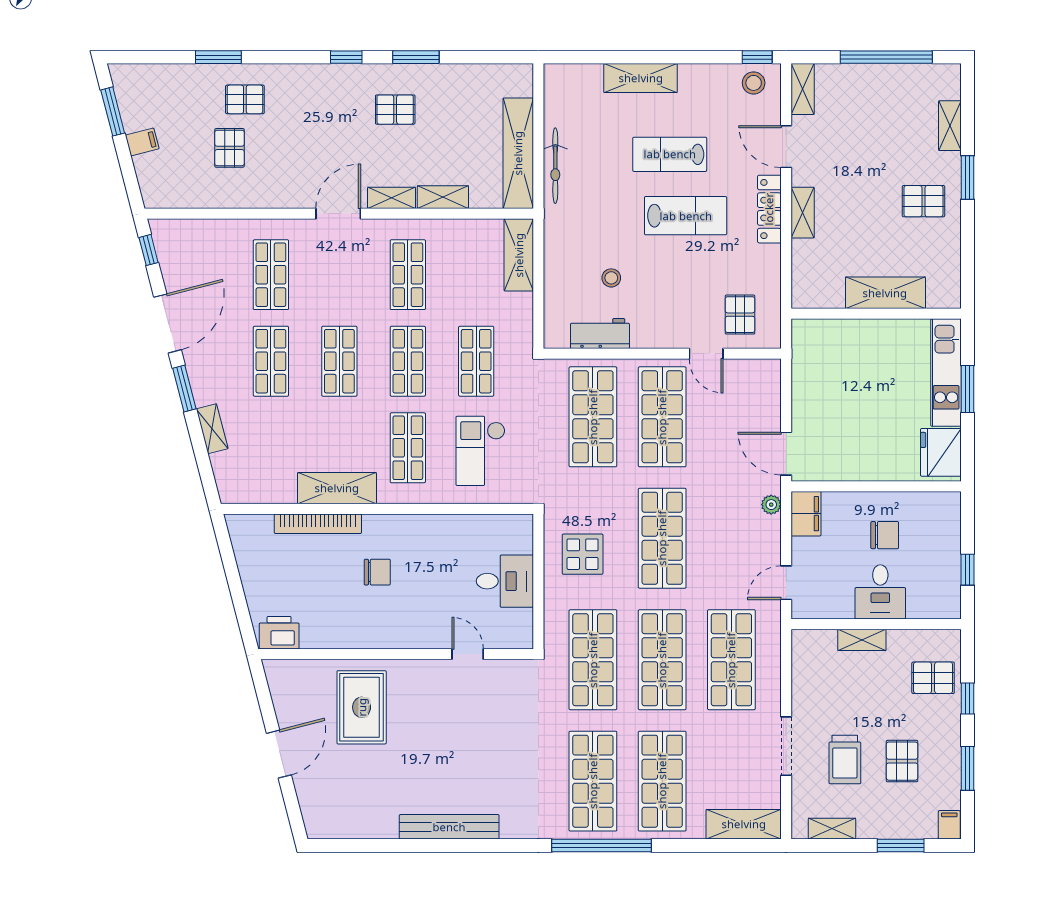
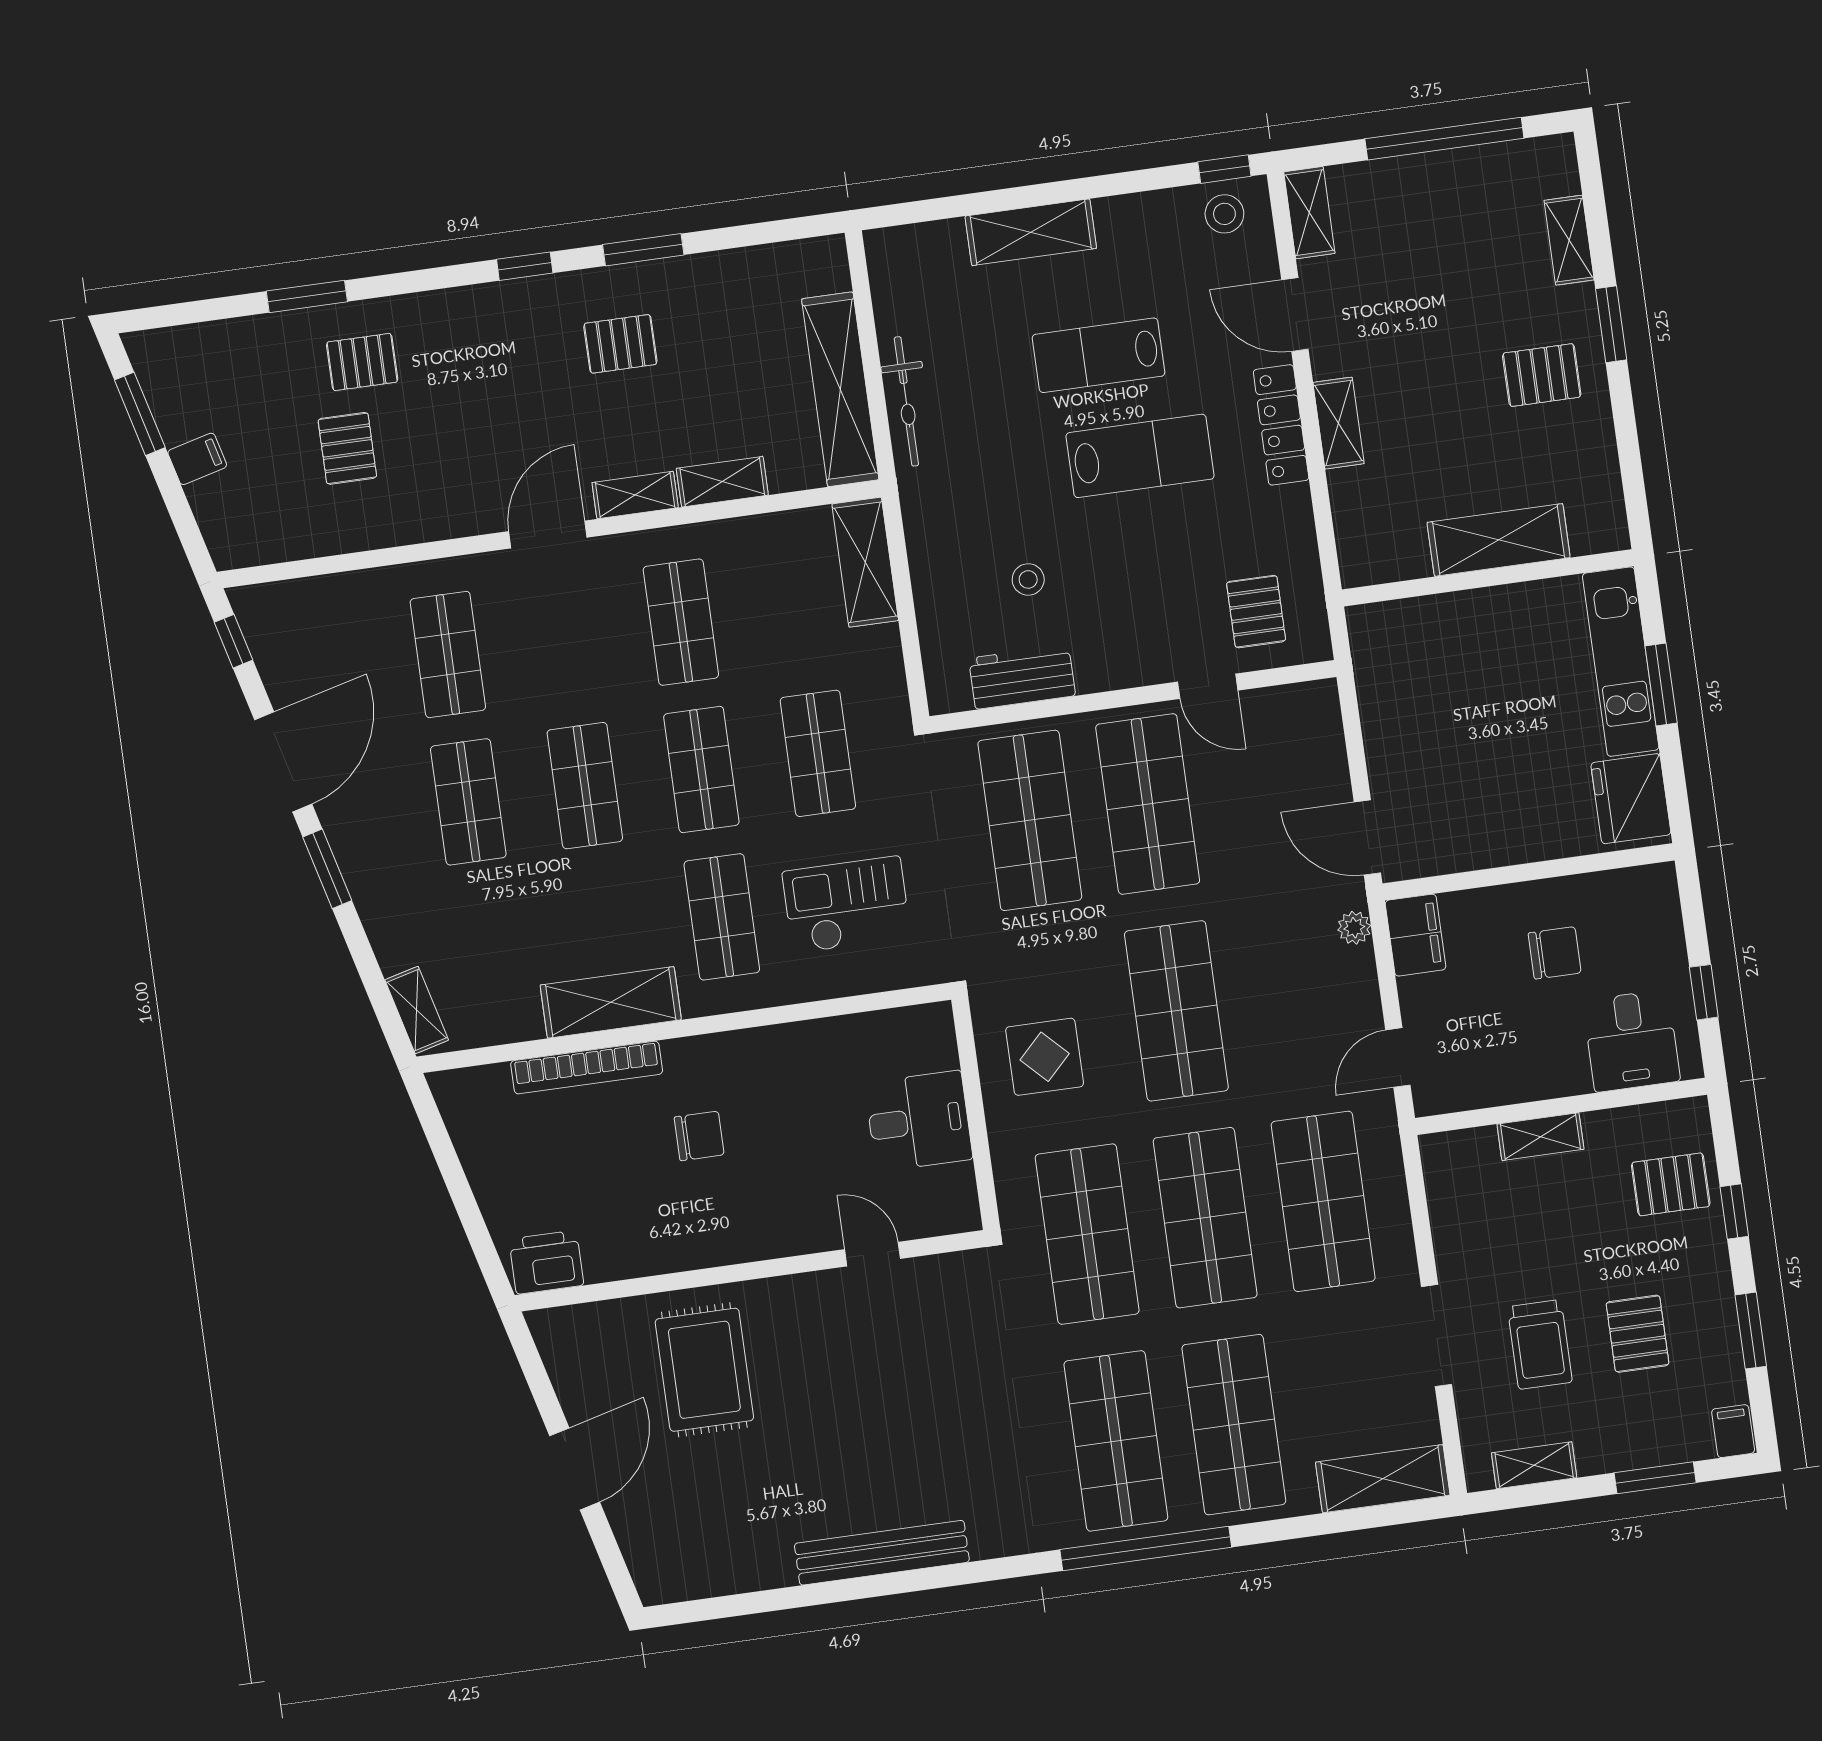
shelving: (212, 429) -> (417, 1010), moved
checkout: (481, 451) -> (846, 905), turned 90
desk: (880, 592) -> (1631, 1041), moved

